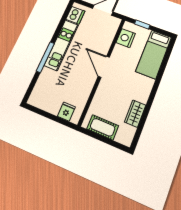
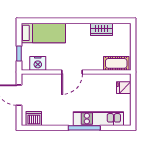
kitchen unit: (61, 45) -> (98, 119), moved
cot: (103, 127) -> (116, 63), moved, turned 90

